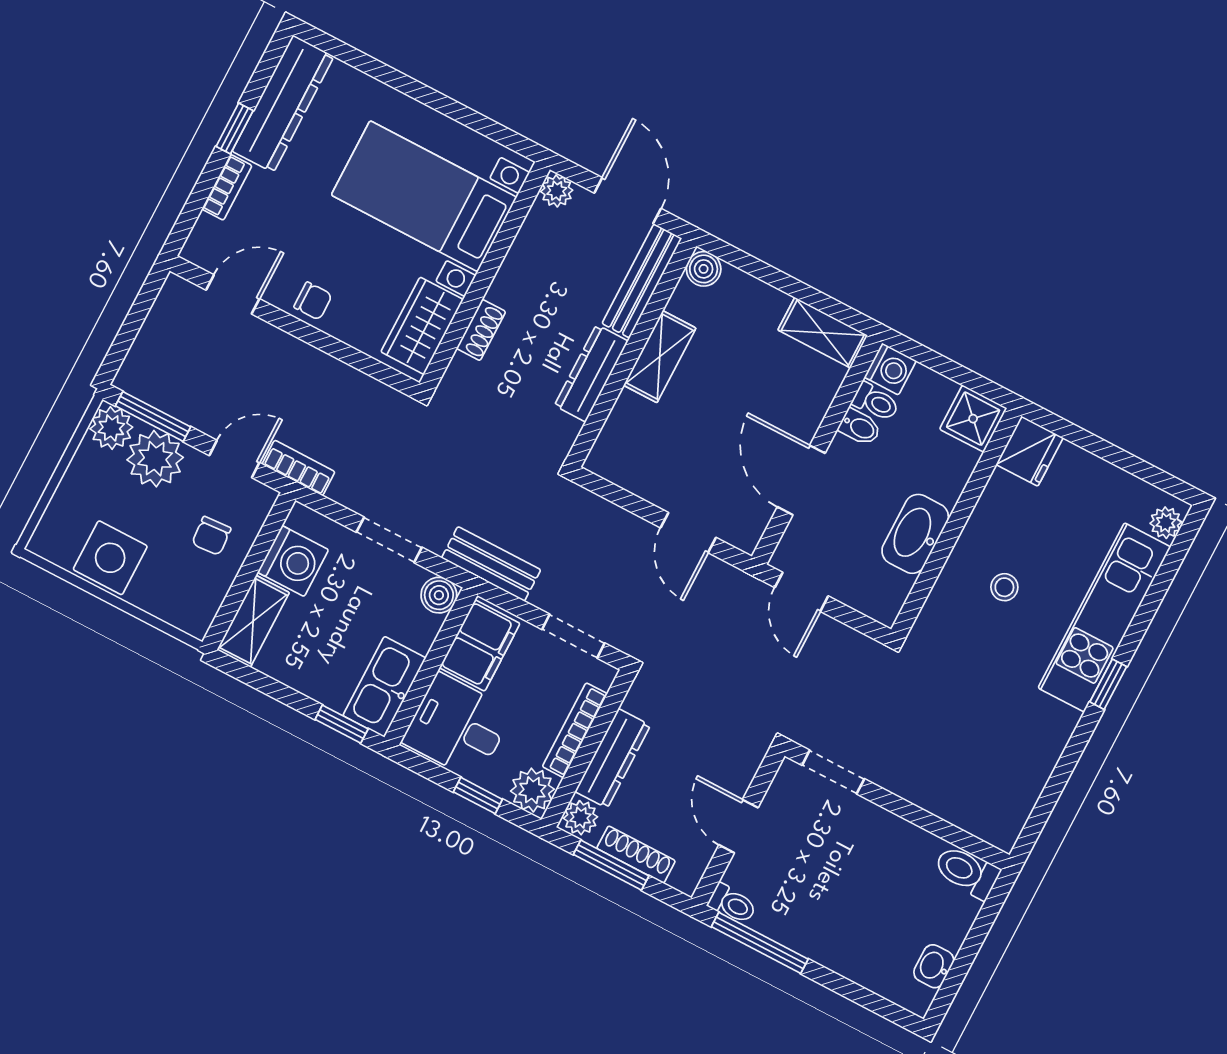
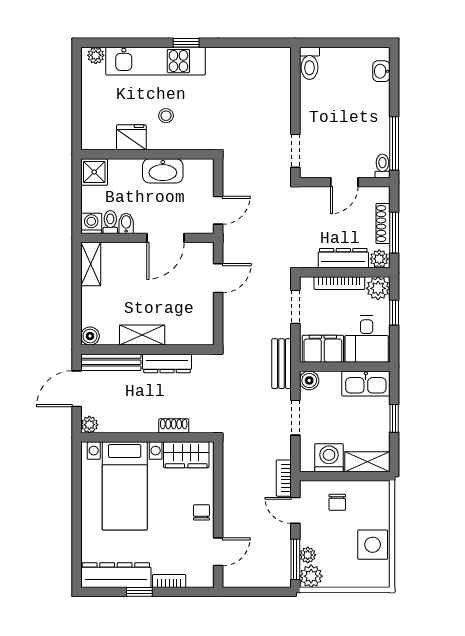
door: (233, 294) -> (218, 552), swing flipped
fridge: (1030, 451) -> (131, 137), moved
plant: (155, 459) -> (308, 555), width x0.53, depth x0.53
chair: (211, 536) -> (337, 502), turned 94
window: (342, 724) -> (394, 418), moved
washbasin: (934, 966) -> (381, 71), moved, turned 90

